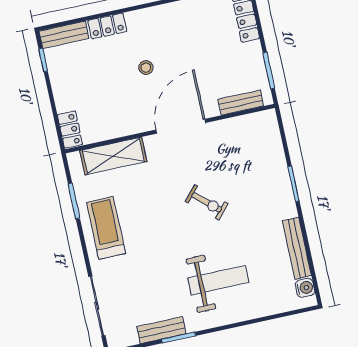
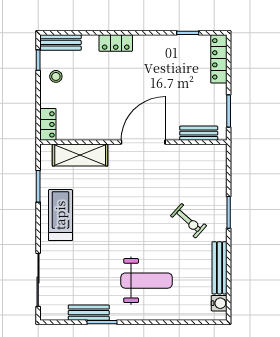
locker: (107, 26) -> (116, 43), moved
stool: (146, 68) -> (56, 76), moved
exercise bike: (207, 202) -> (189, 221), moved

